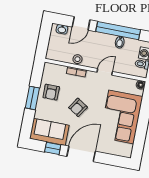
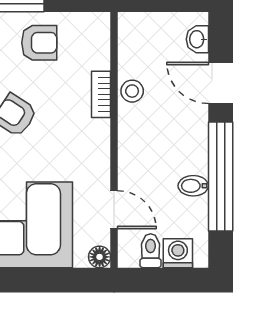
door: (105, 72) -> (114, 210), moved
armchair: (51, 92) -> (39, 43), turned 180

